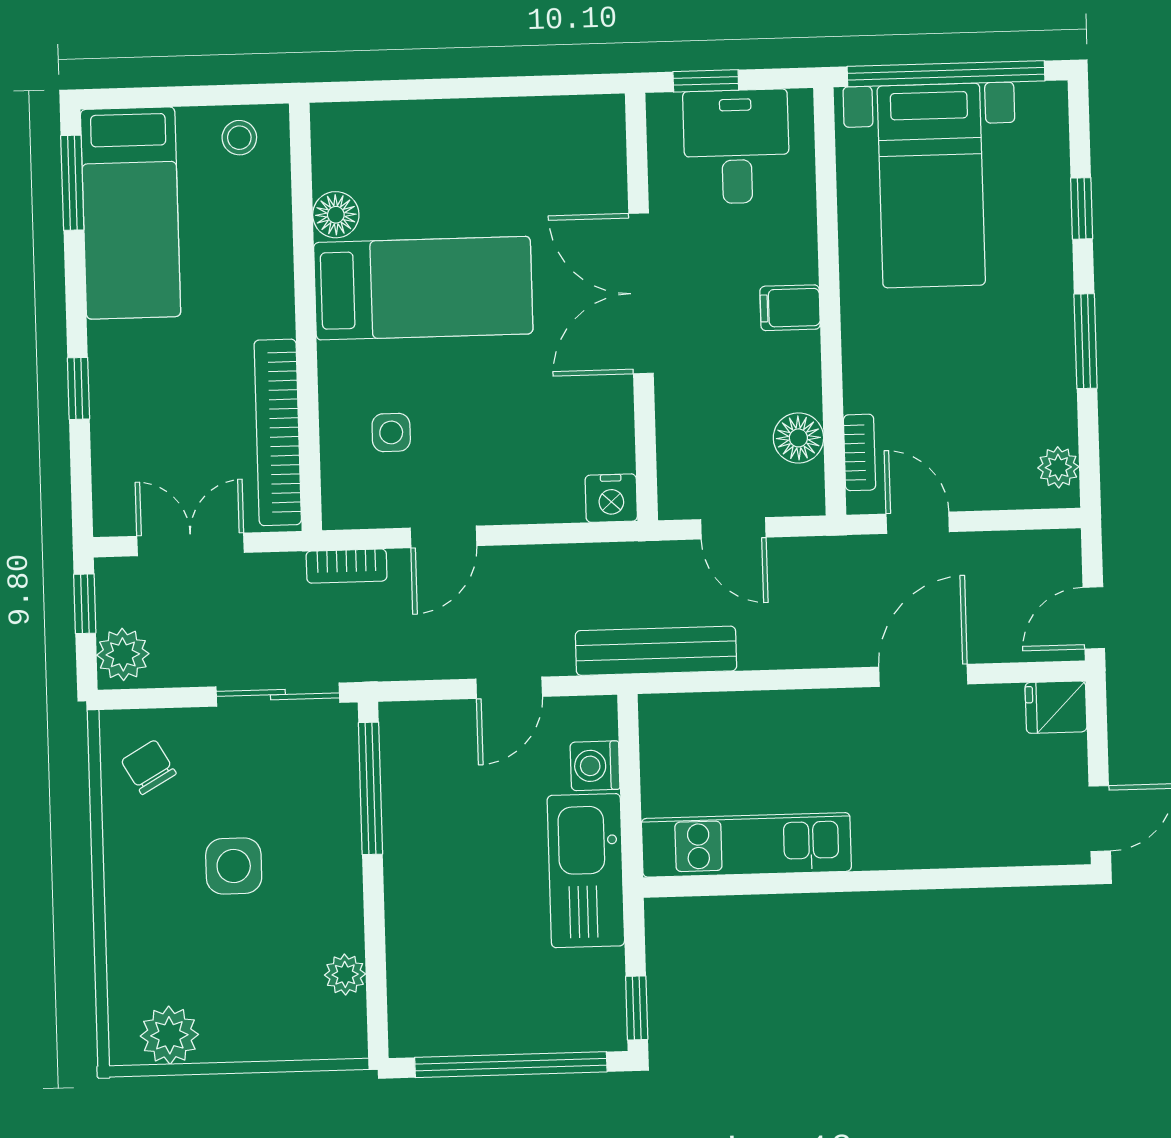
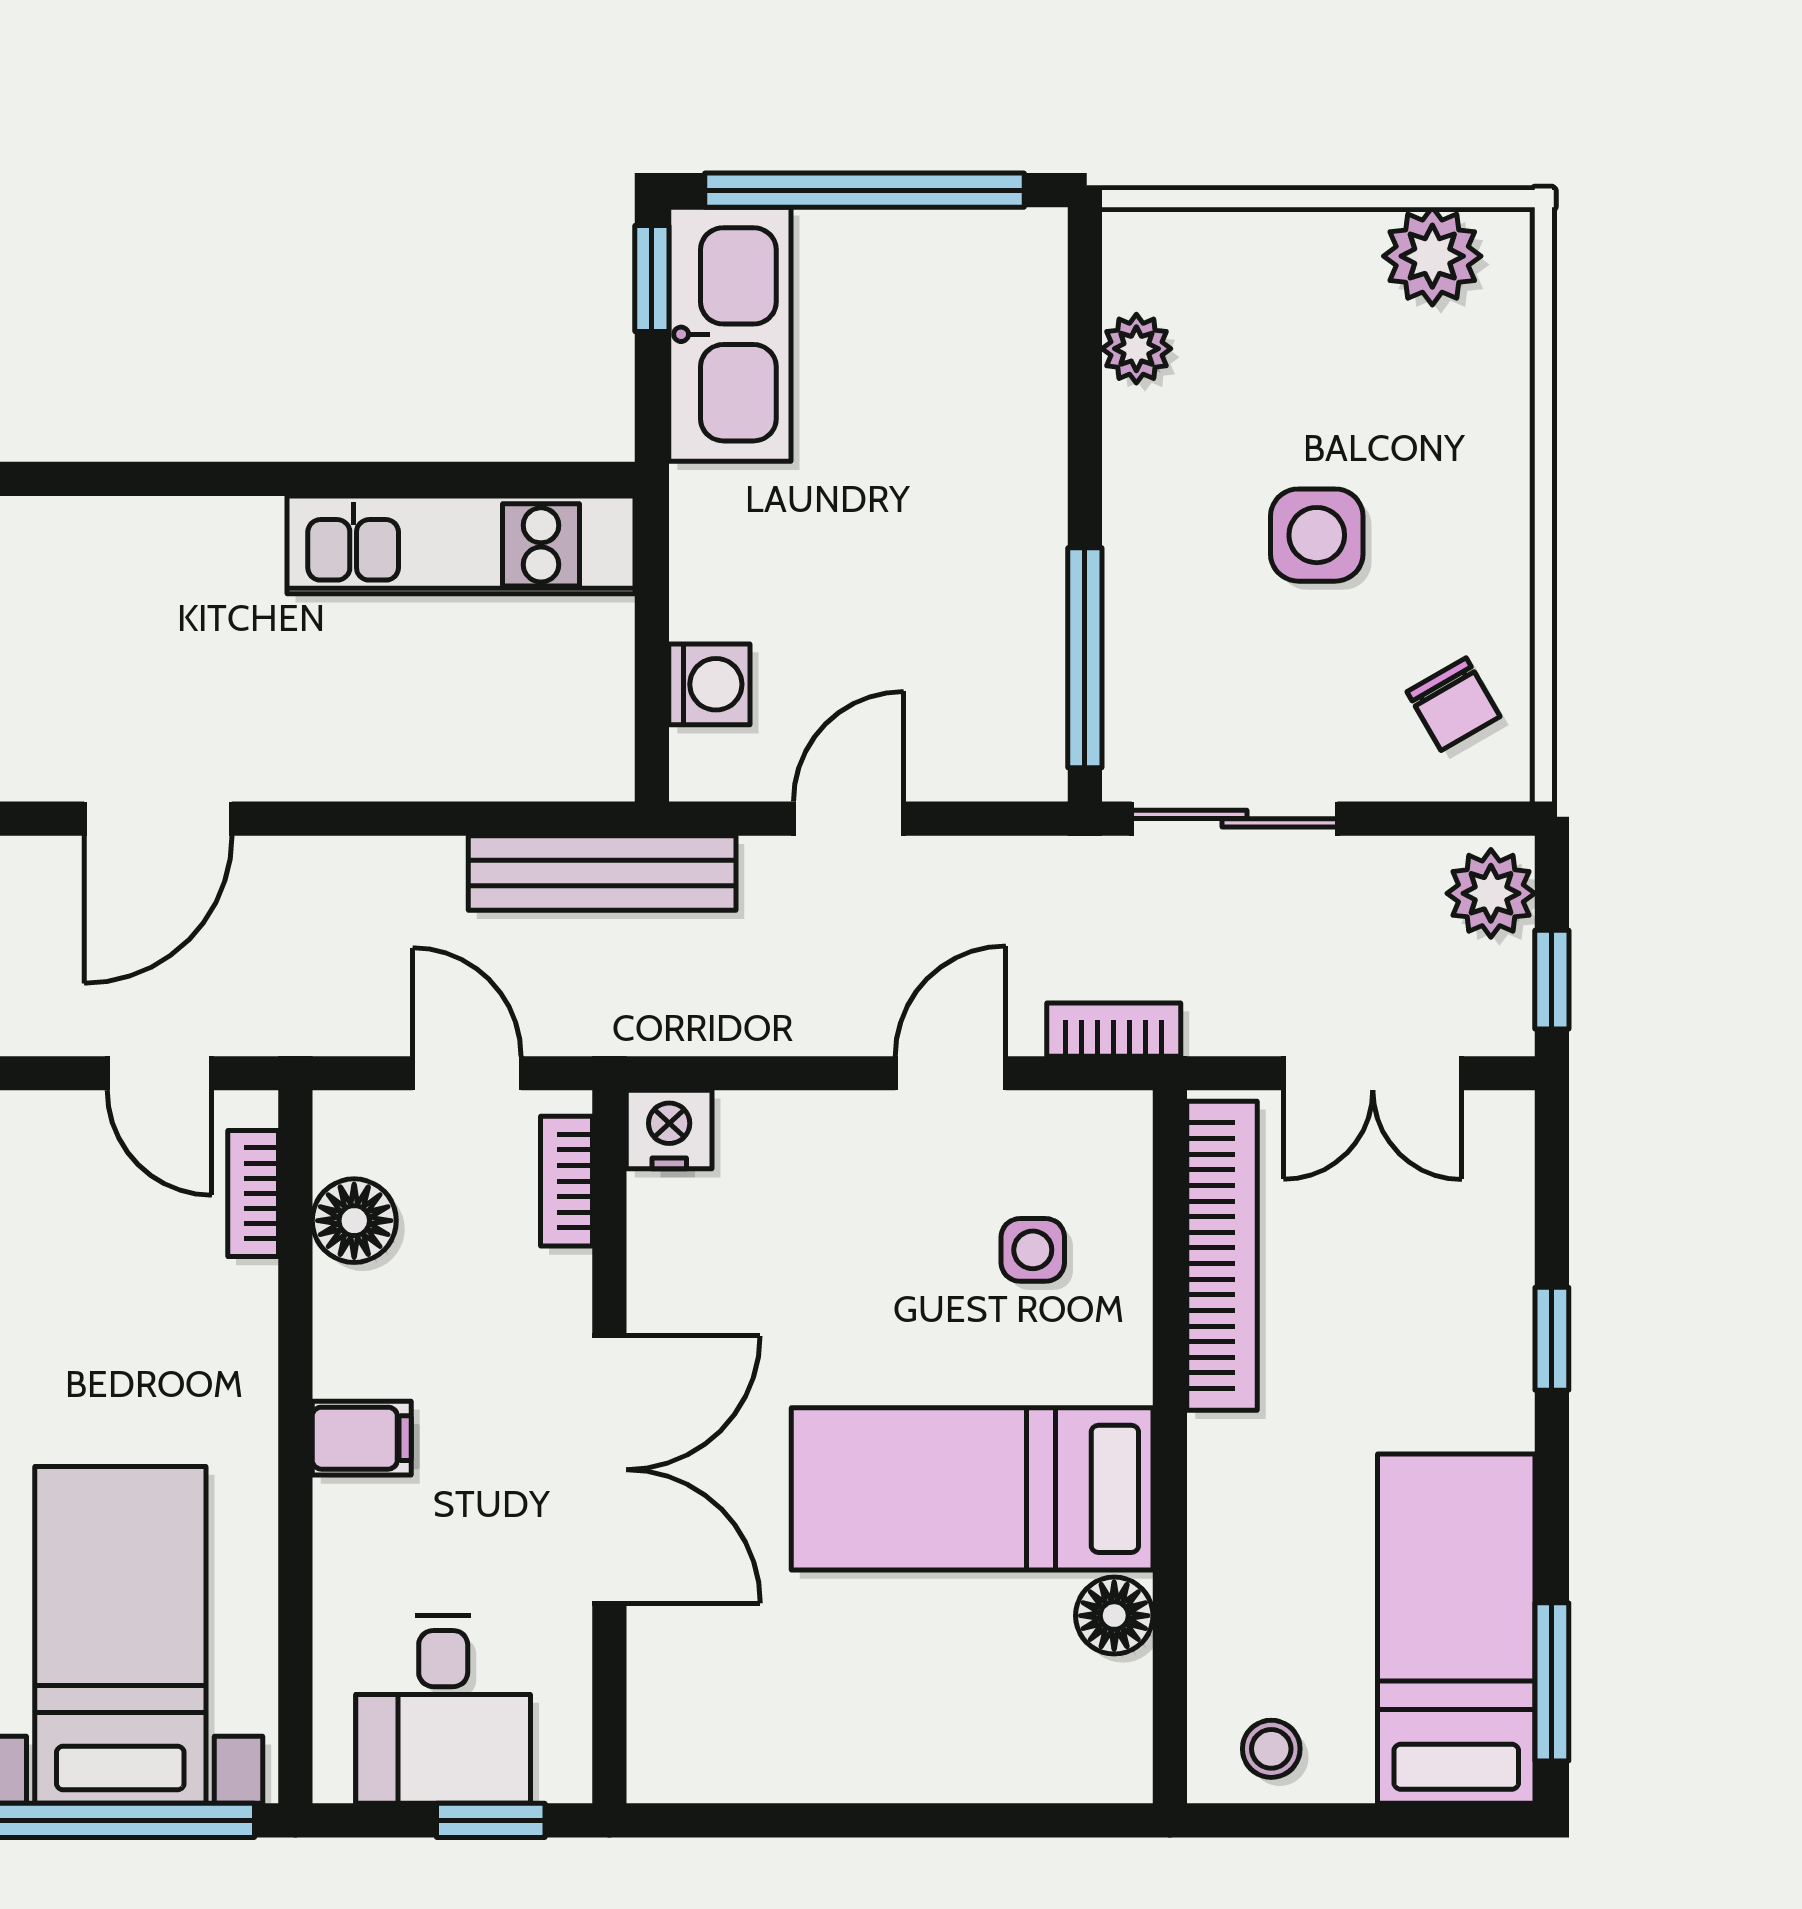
bookcase: (672, 465) -> (566, 1181), added
kitchen sink: (586, 871) -> (730, 334), moved

